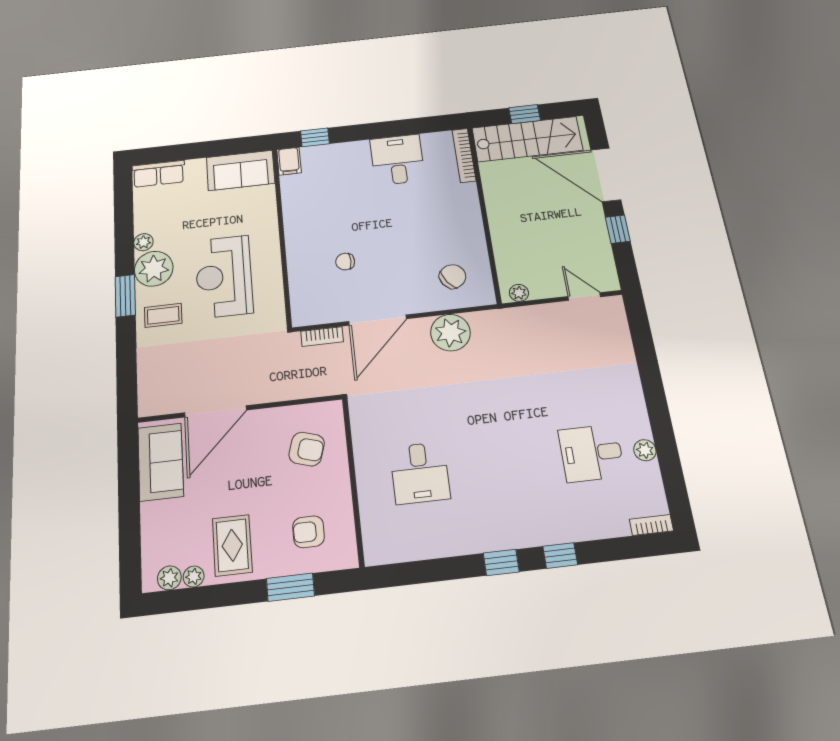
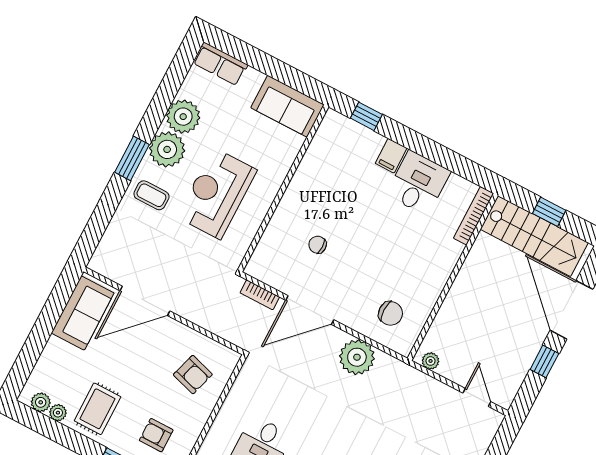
filing cabinet: (289, 161) -> (391, 156), moved
plant: (143, 242) -> (183, 117), width x1.88, depth x1.88
chair: (453, 276) -> (391, 313), turned 35

